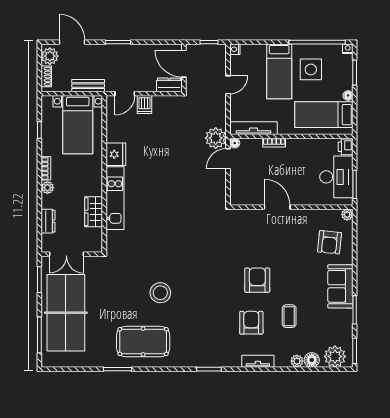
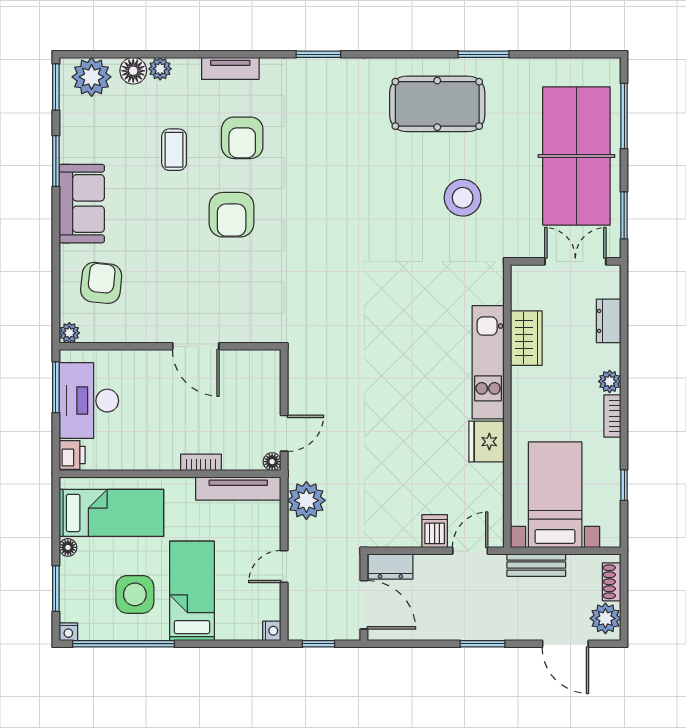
plant: (216, 138) -> (306, 500), moved
stool: (160, 293) -> (463, 198), moved

